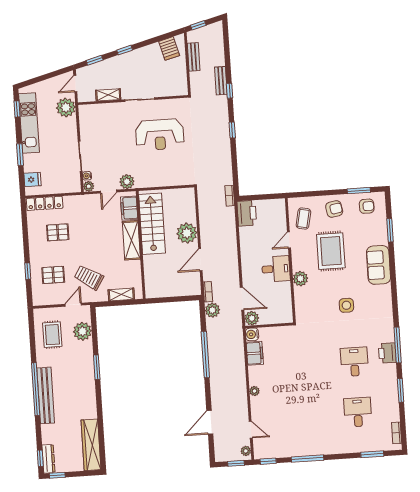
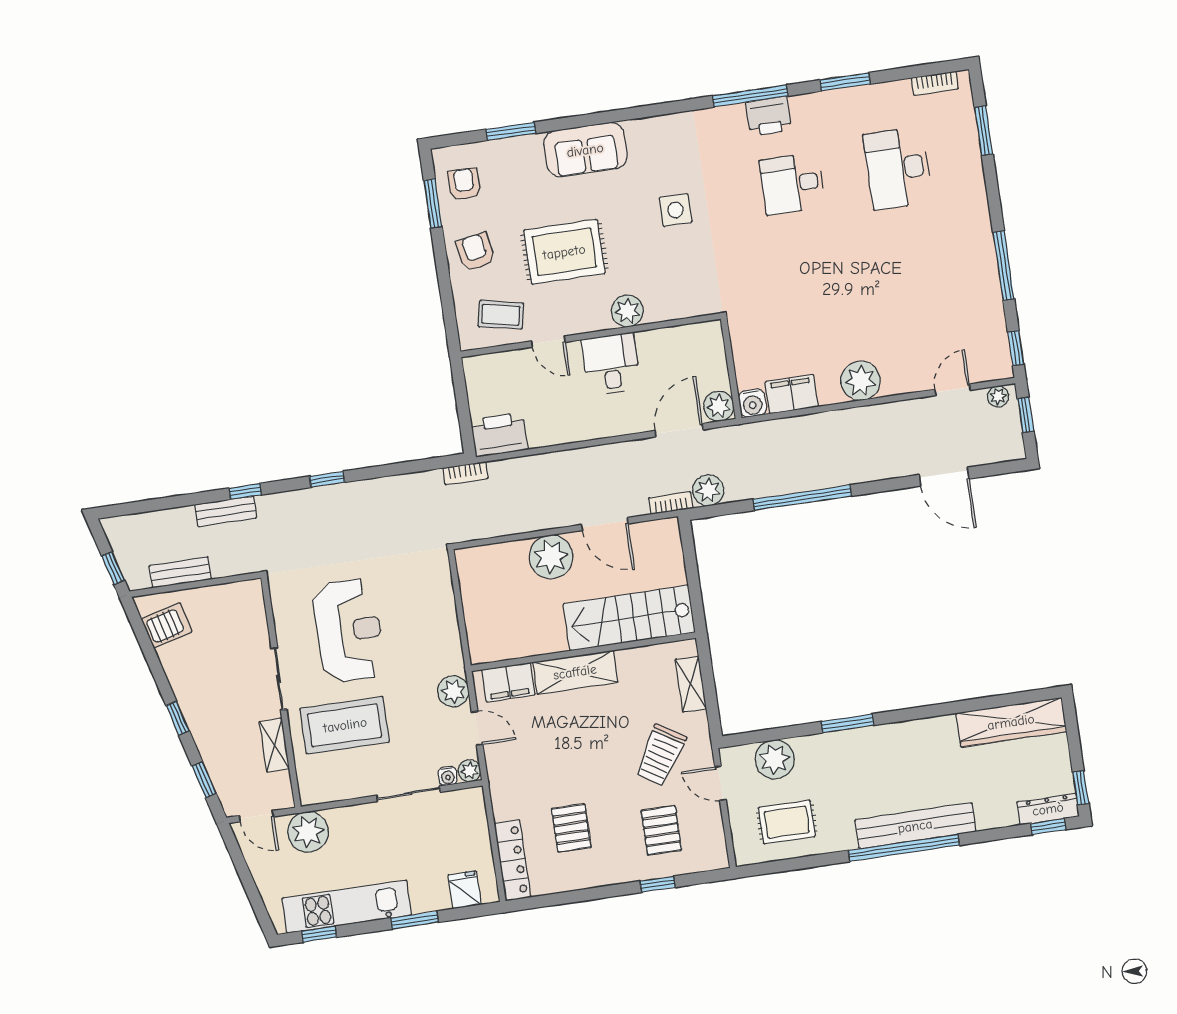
coffee table: (115, 129) -> (345, 725), added
stairs: (152, 224) -> (629, 618), moved
plant: (254, 391) -> (861, 381), width x1.88, depth x1.88
desk: (358, 412) -> (898, 168), width x1.37

